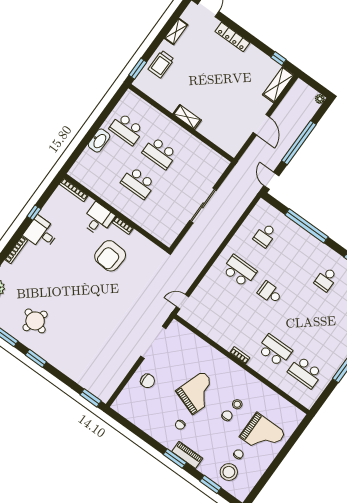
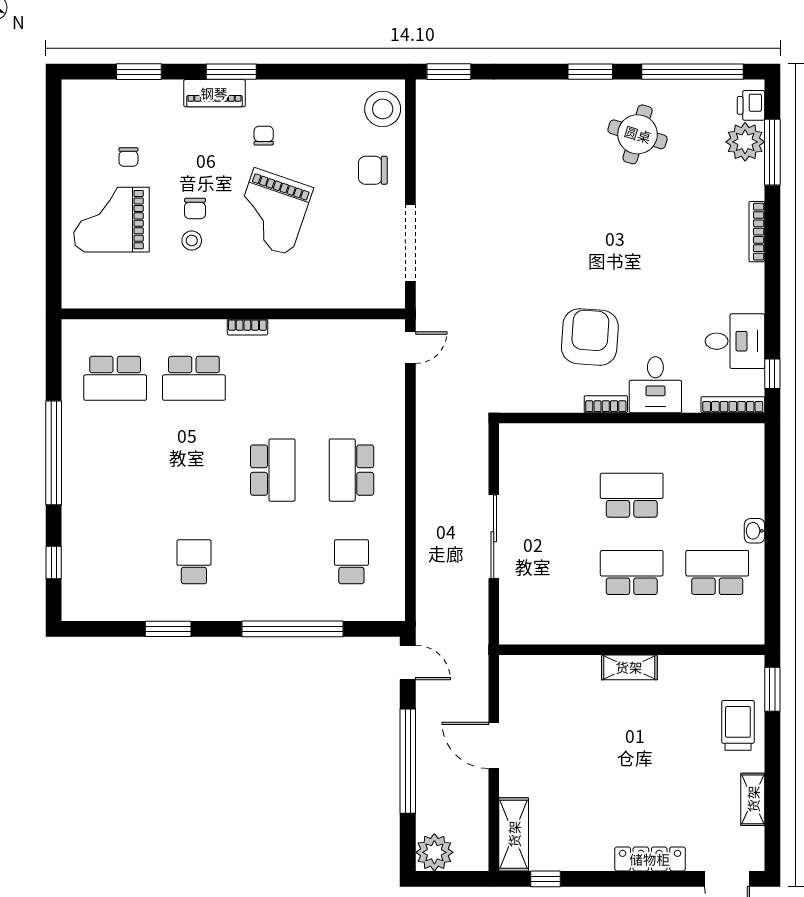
plant: (320, 99) -> (434, 852), width x1.87, depth x1.87
washbasin: (99, 141) -> (755, 531), width x0.52, depth x0.69
window: (34, 213) -> (772, 374), moved
desk: (41, 233) -> (735, 341), moved
school desk: (239, 271) -> (351, 470), turned 90
school desk: (270, 293) -> (273, 470), width x1.85
school desk: (305, 372) -> (115, 378), turned 180
stool: (229, 472) -> (383, 109), moved

